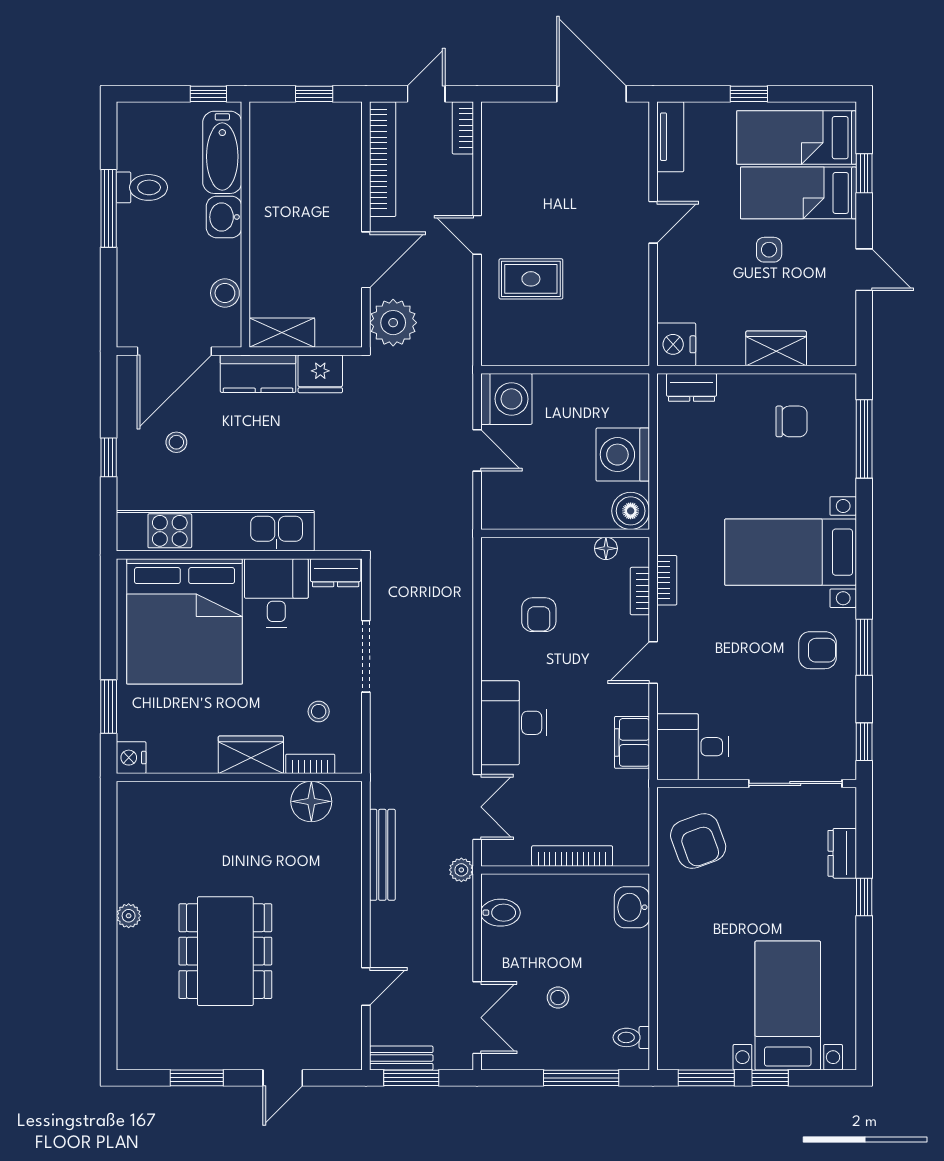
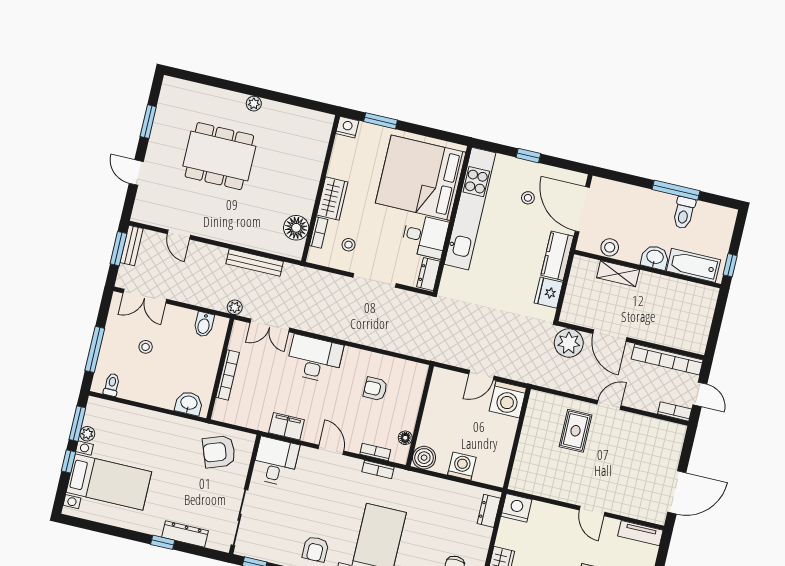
window: (314, 94) -> (715, 328), removed
shelving: (282, 333) -> (618, 274), moved, turned 90
washing machine: (623, 455) -> (462, 466), width x0.73, depth x0.73
dresser: (842, 853) -> (185, 534), width x1.44
plant: (719, 1058) -> (87, 434), added

